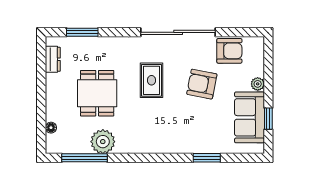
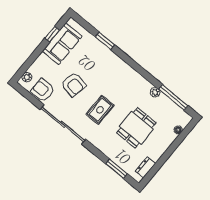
plant: (258, 84) -> (27, 77), moved
plant: (103, 142) -> (155, 92), width x0.53, depth x0.53

